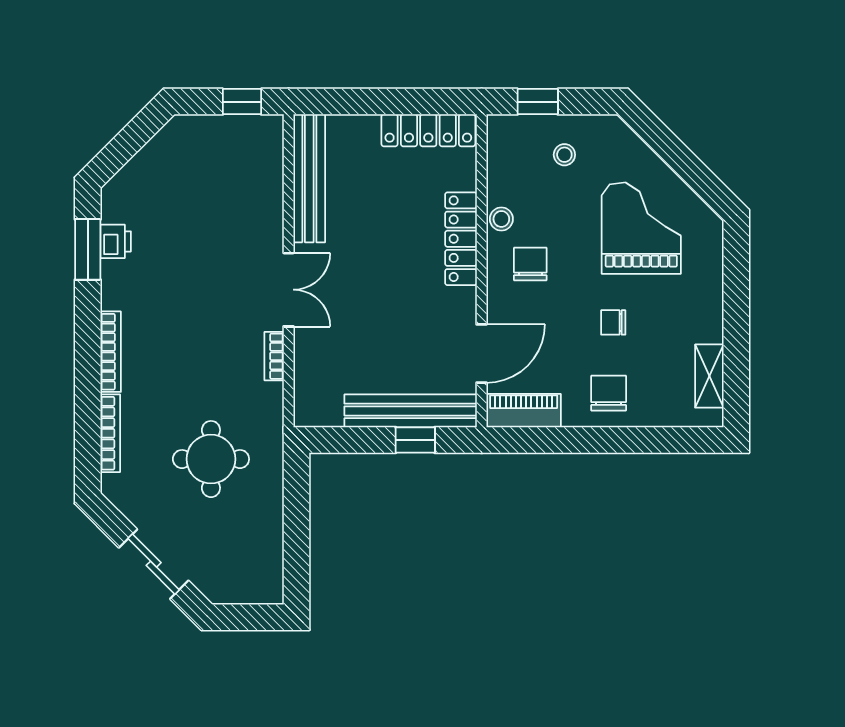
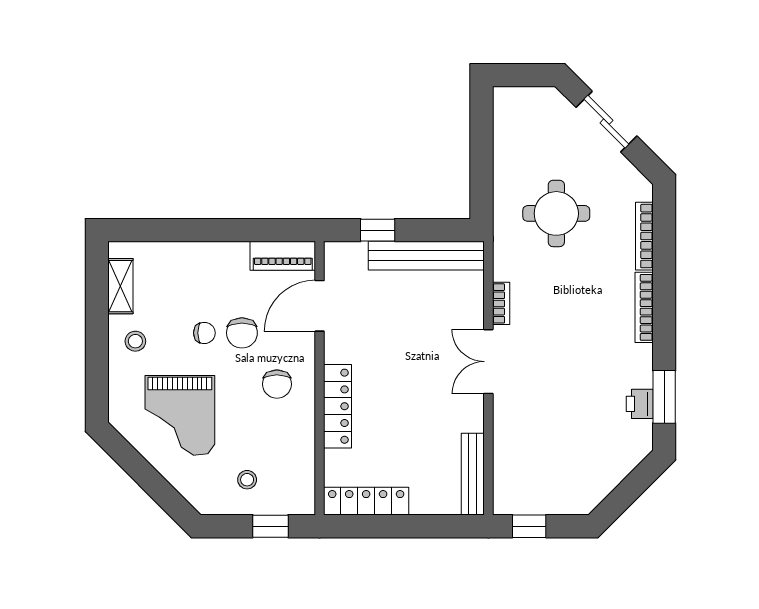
bench: (309, 178) -> (473, 474), width x0.73, depth x0.82
stool: (501, 219) -> (135, 341), moved
chair: (609, 393) -> (242, 333), moved
bench: (411, 411) -> (426, 256), moved

